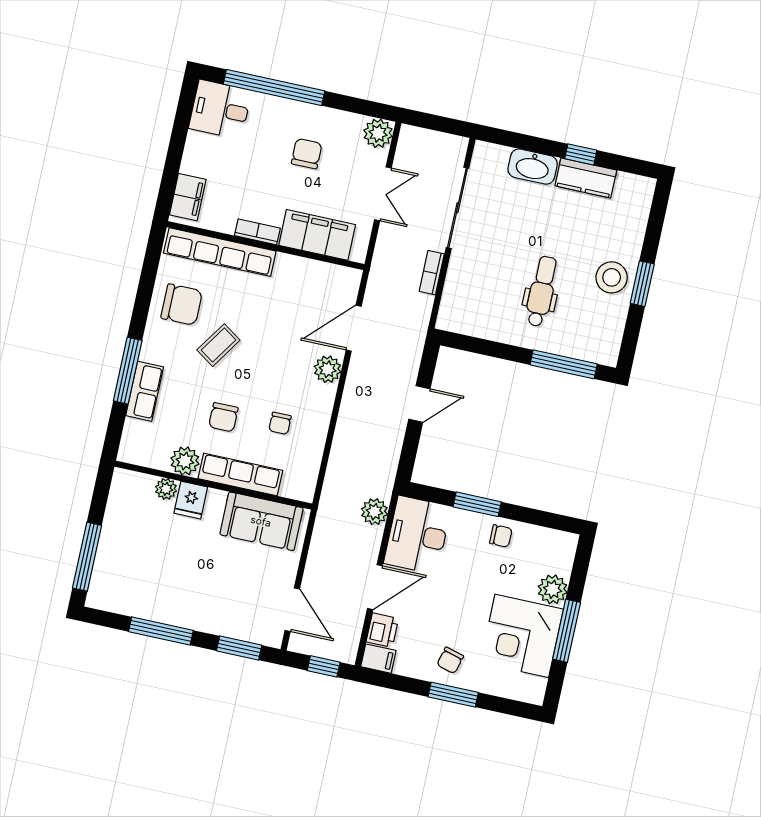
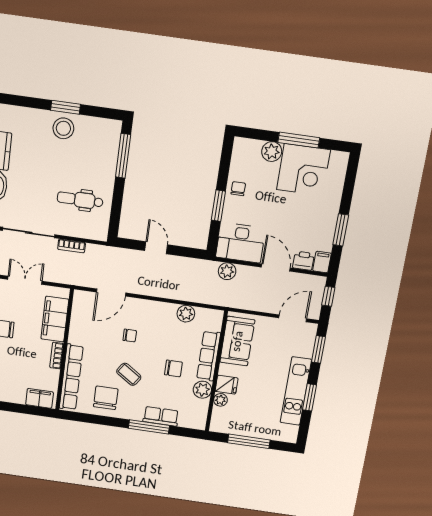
dental chair: (542, 291) -> (80, 200), moved
door: (354, 328) -> (111, 292), hinge flipped
plant: (328, 369) -> (186, 314), moved
chair: (280, 423) -> (130, 336), moved
window: (87, 557) -> (249, 441), moved
kitchen unit: (173, 610) -> (296, 391), added
window: (161, 631) -> (310, 397), width x0.69
chair: (450, 660) -> (321, 216), removed
window: (453, 695) -> (341, 230), moved

